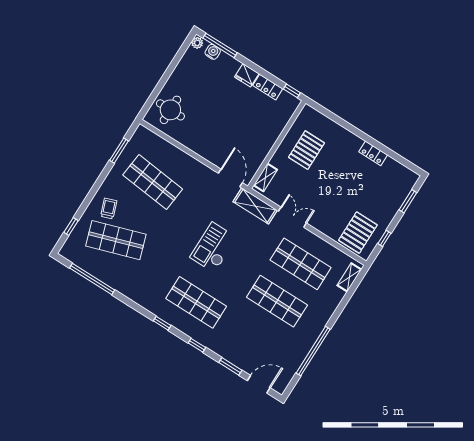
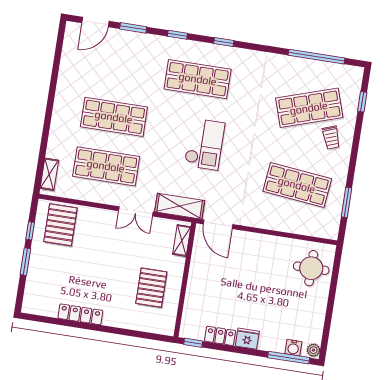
locker: (373, 153) -> (80, 314), width x1.53
window: (408, 201) -> (25, 262), moved
window: (313, 351) -> (54, 81), removed

